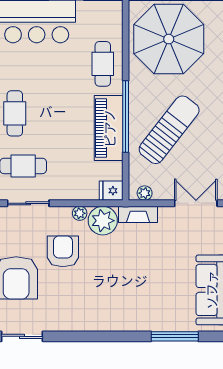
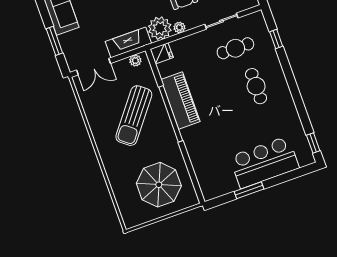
parasol: (169, 39) -> (159, 185), width x0.73, depth x0.73
cafe table: (103, 64) -> (202, 148), removed
fireplace: (138, 214) -> (128, 42), width x1.37, depth x1.32

